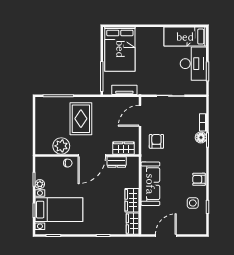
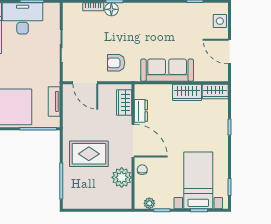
armchair: (199, 179) -> (162, 12), removed
plant: (40, 184) -> (149, 203), moved
side table: (193, 203) -> (220, 21), moved

